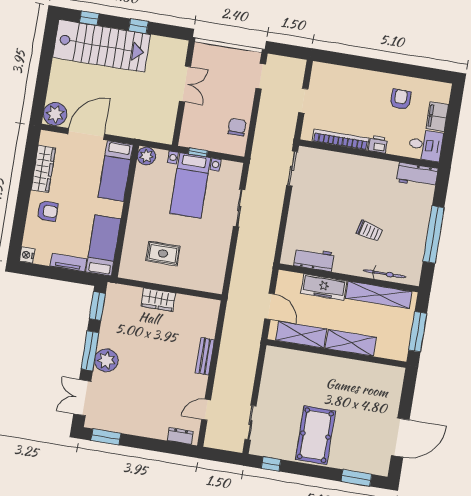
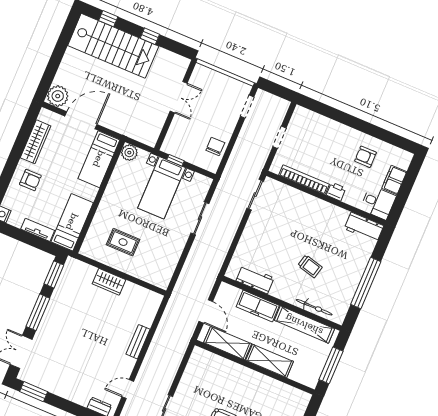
armchair: (401, 99) -> (365, 157), turned -90
plant: (106, 360) -> (50, 324), removed

